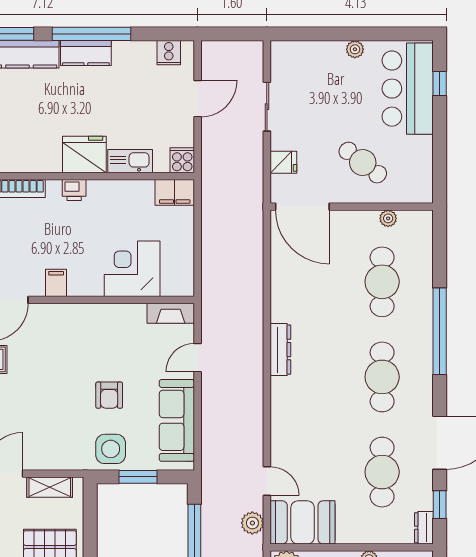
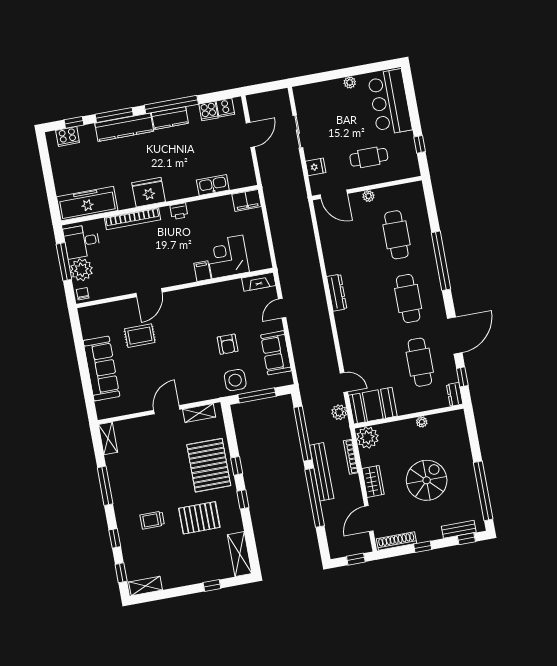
window: (440, 84) -> (420, 144), moved
fridge: (84, 154) -> (149, 192), moved
cooker: (182, 160) -> (208, 111), moved, turned 180
cafe table: (363, 163) -> (369, 157), turned -38
door: (302, 207) -> (334, 194), width x0.73
plant: (388, 218) -> (368, 196), moved
filing cabinet: (56, 283) -> (202, 271), moved
sofa: (177, 420) -> (276, 353), width x0.73
window: (138, 477) -> (257, 395), width x1.44

